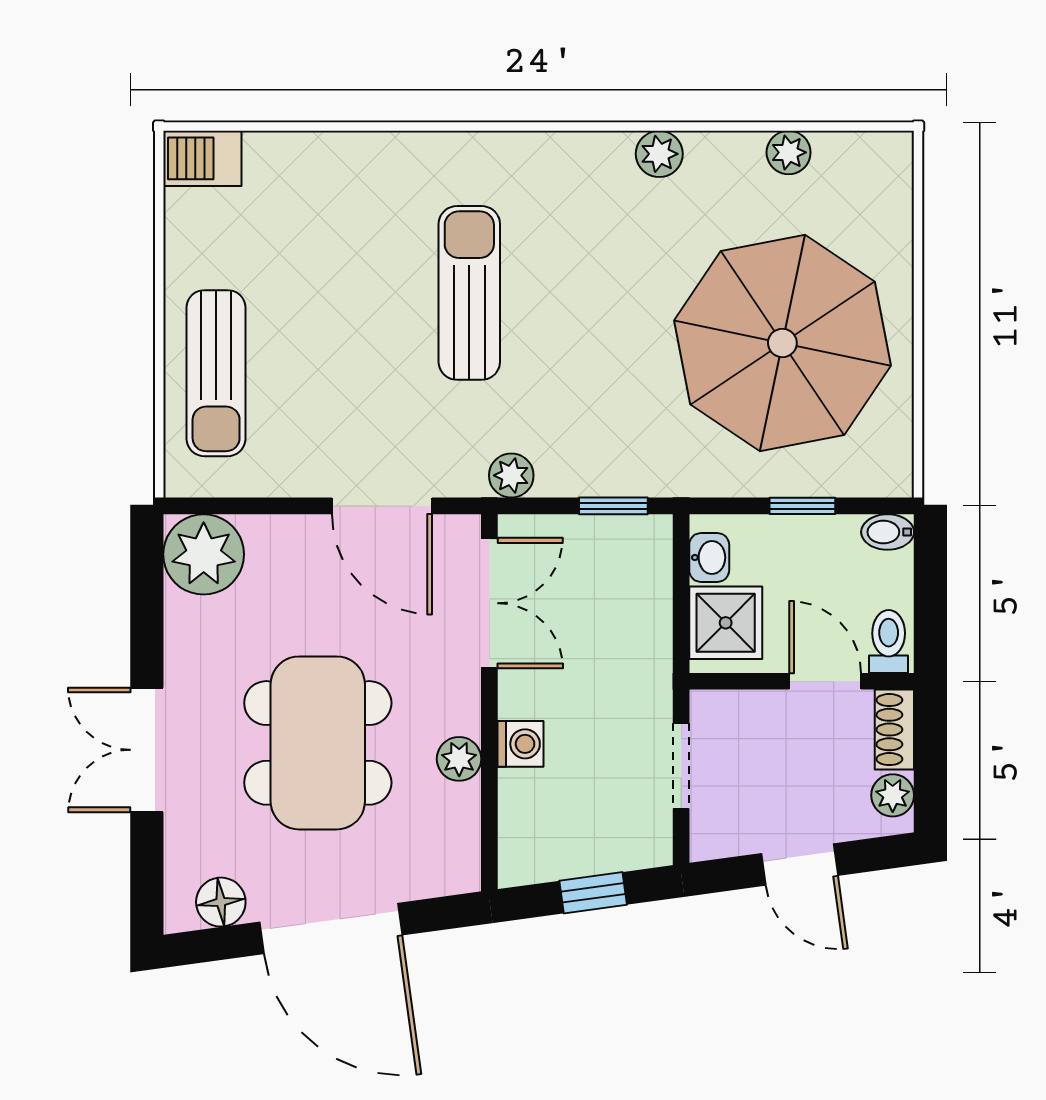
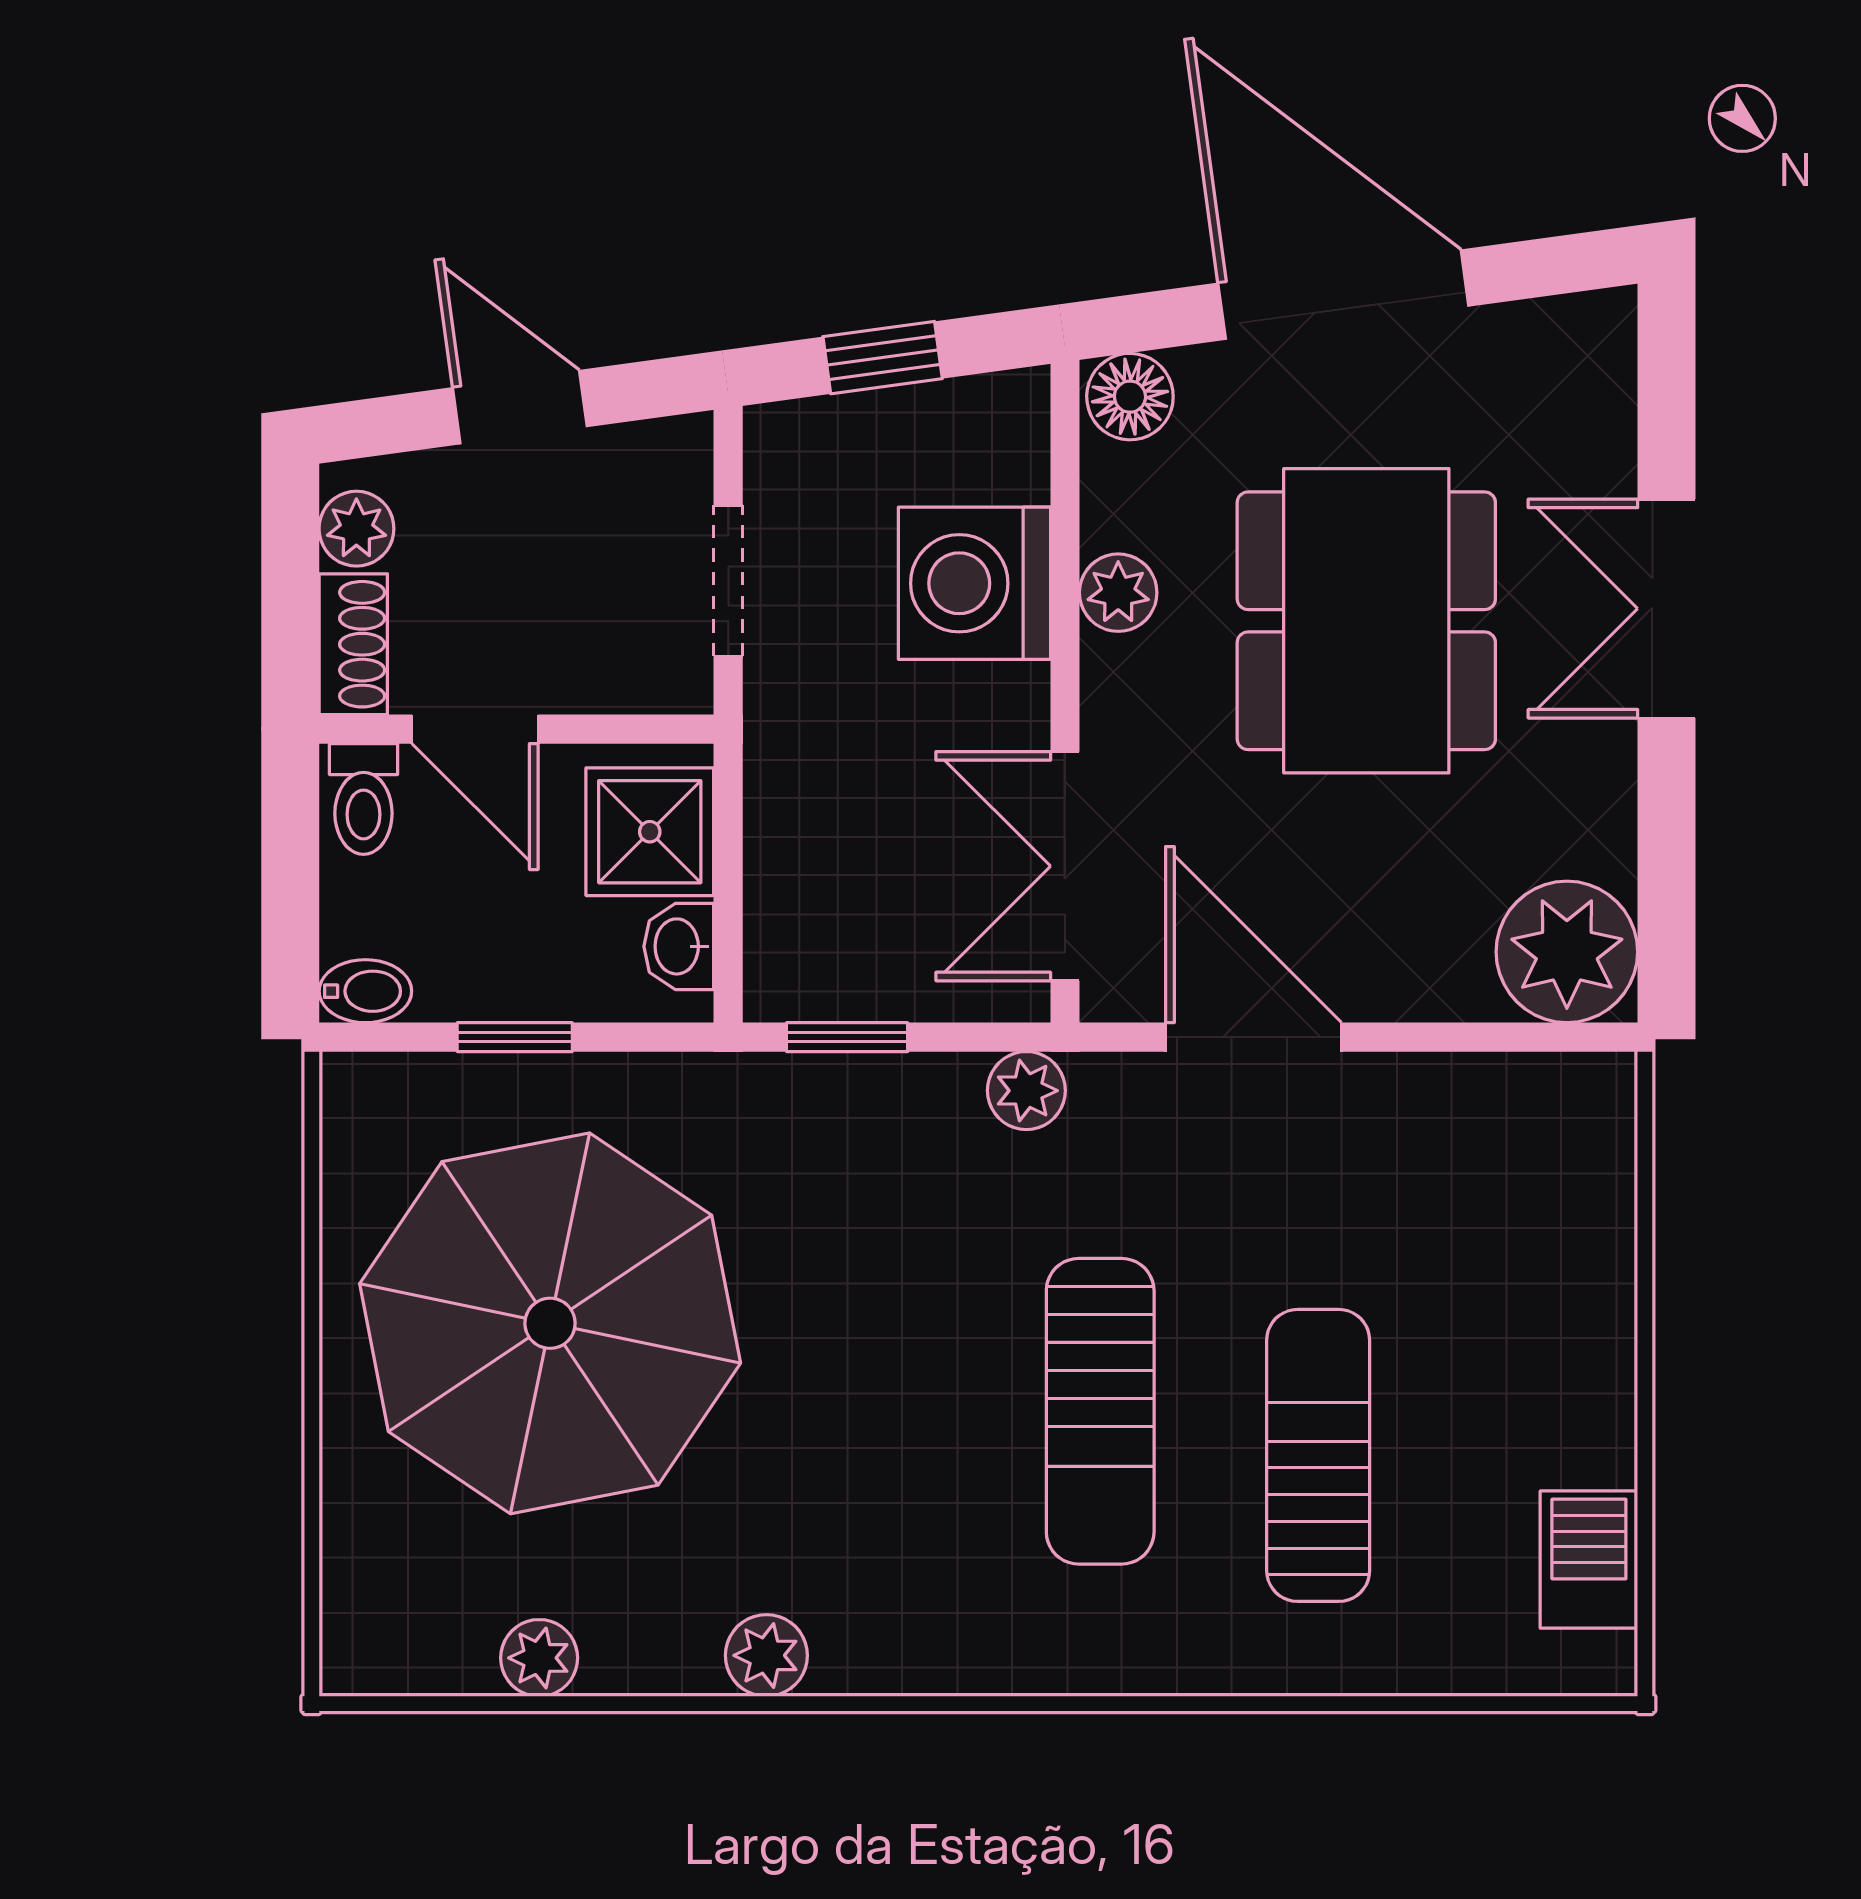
barbecue: (202, 158) -> (1589, 1560), moved, turned -90
sun lounger: (216, 373) -> (1318, 1455), moved
washing machine: (520, 744) -> (974, 583), width x1.89, depth x1.89
double door: (147, 750) -> (1667, 609), swing flipped
floor lamp: (221, 902) -> (1130, 397), moved

